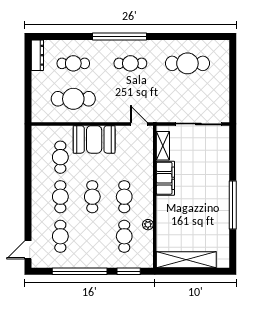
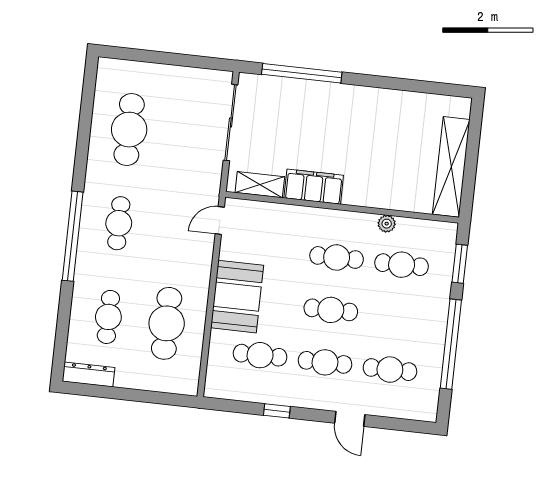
window: (28, 171) -> (277, 411), added
window: (233, 205) -> (302, 73), moved
door: (28, 250) -> (350, 419), moved

